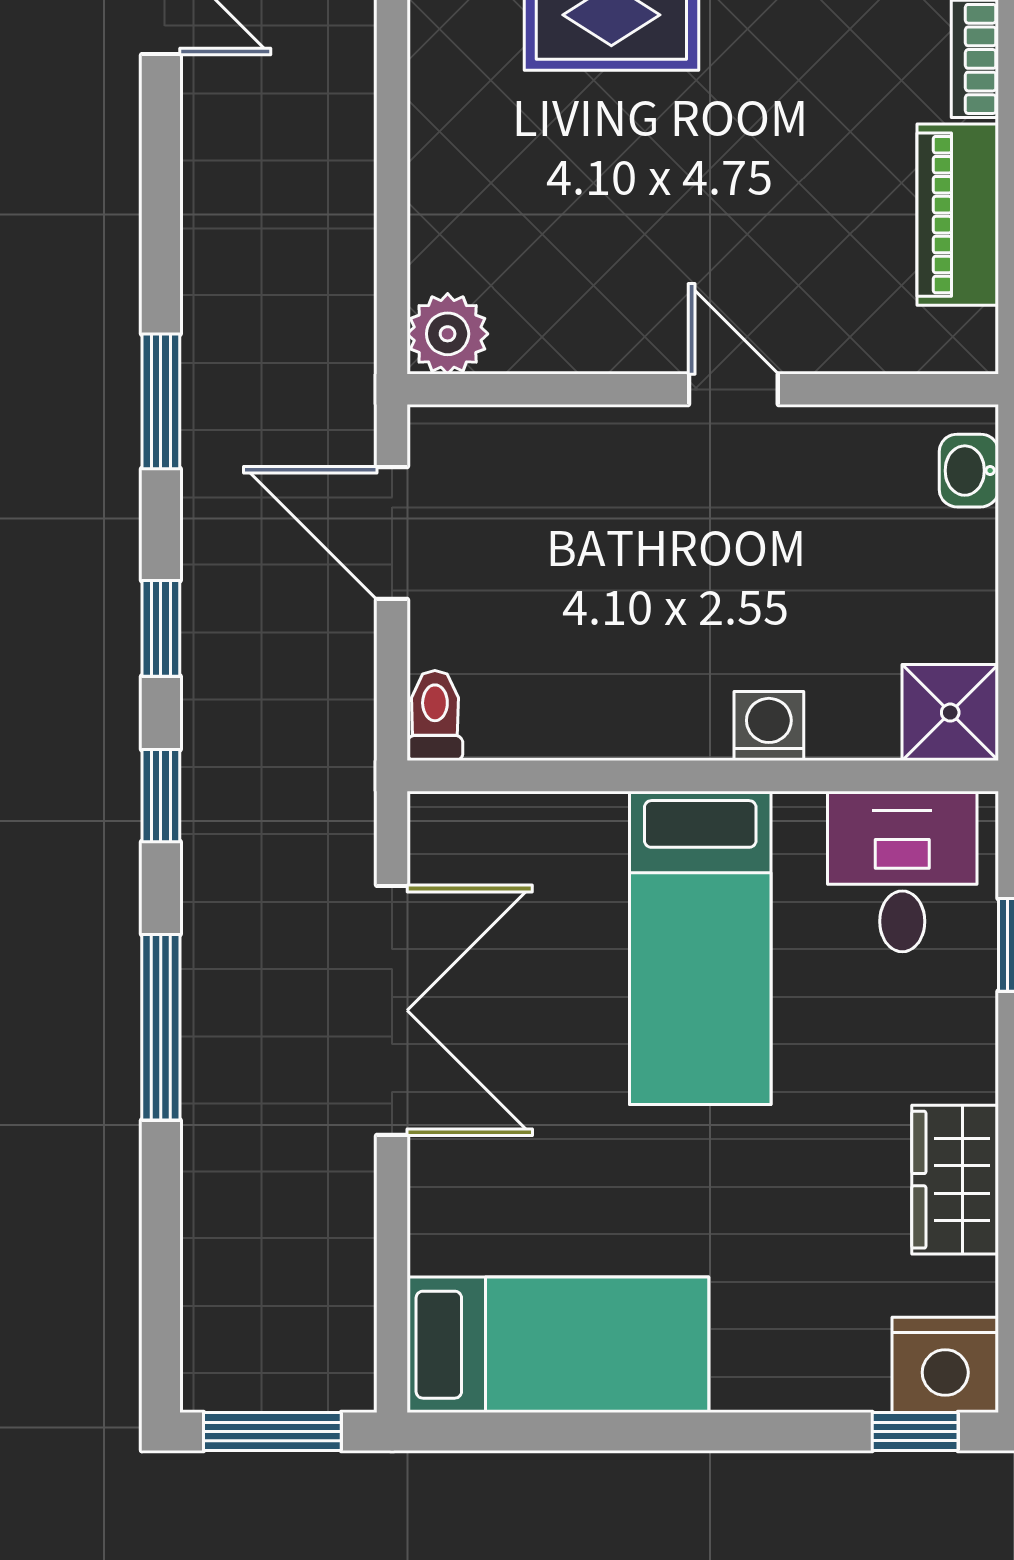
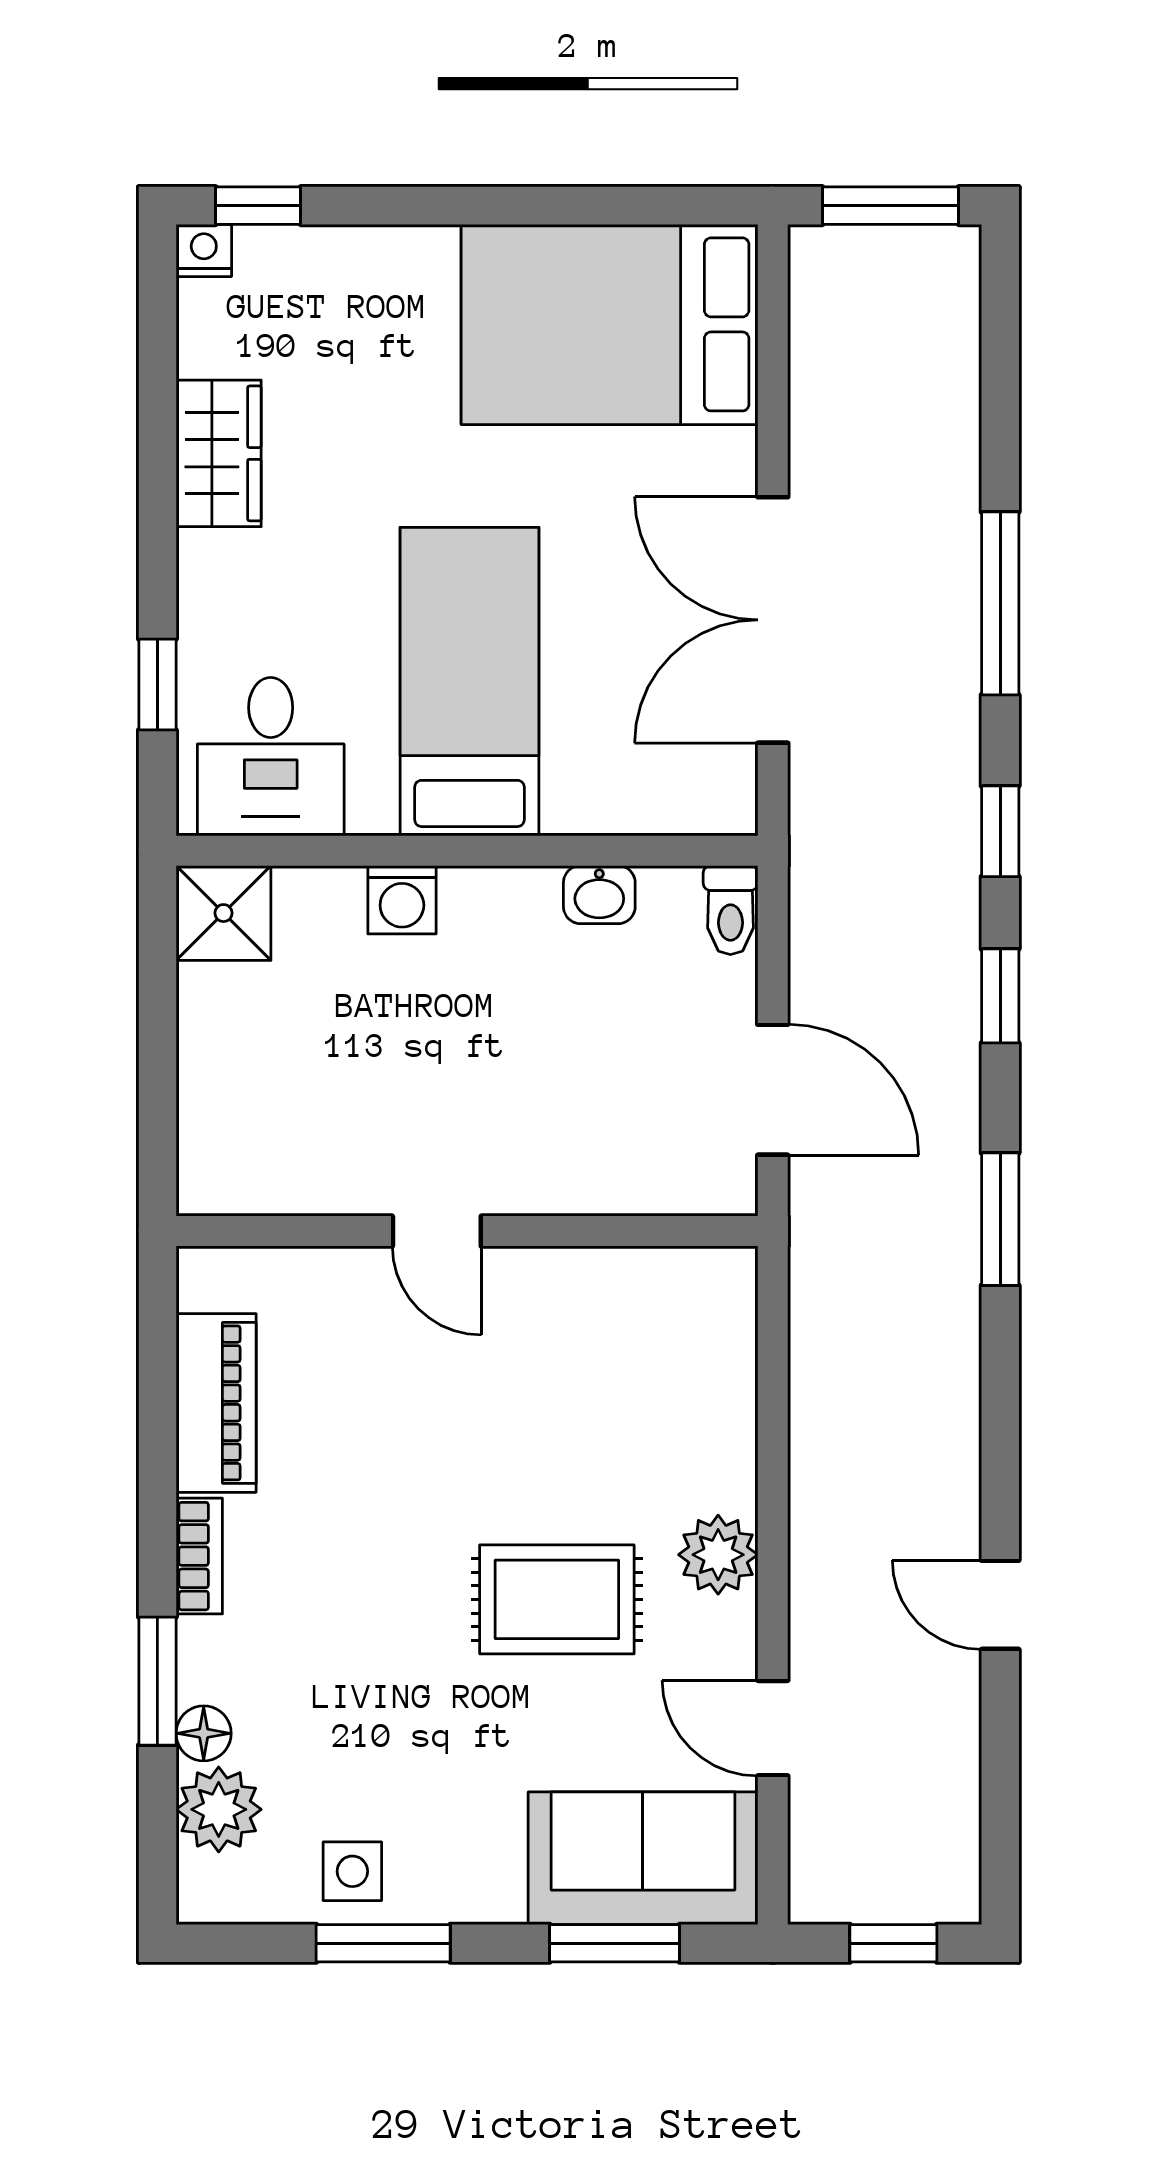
plant: (448, 334) -> (718, 1555), moved
washbasin: (969, 471) -> (599, 895), moved, turned 90
bed: (558, 1345) -> (609, 324), width x1.50
nightstand: (945, 1365) -> (204, 250), width x0.53, depth x0.56

